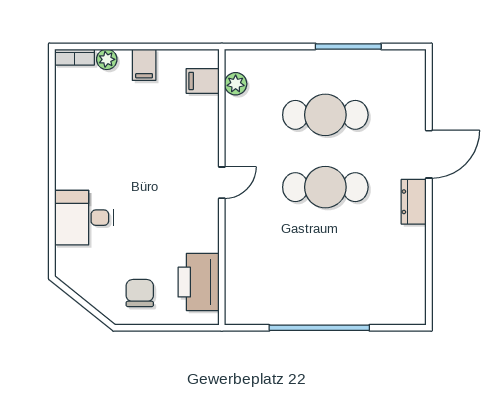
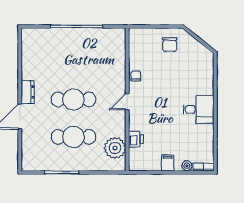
filing cabinet: (203, 81) -> (137, 154), removed
plant: (236, 84) -> (115, 148), width x1.88, depth x1.88
desk: (84, 218) -> (199, 109), moved
chair: (205, 232) -> (136, 76), added
printer: (199, 282) -> (136, 139), moved, width x0.53, depth x0.68

